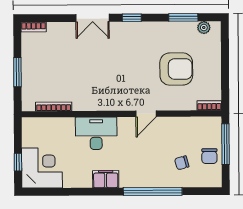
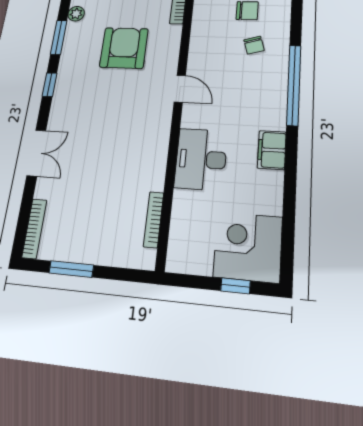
window: (132, 18) -> (50, 85), moved
bookcase: (34, 27) -> (34, 229), width x1.56
window: (17, 72) -> (71, 269), moved

